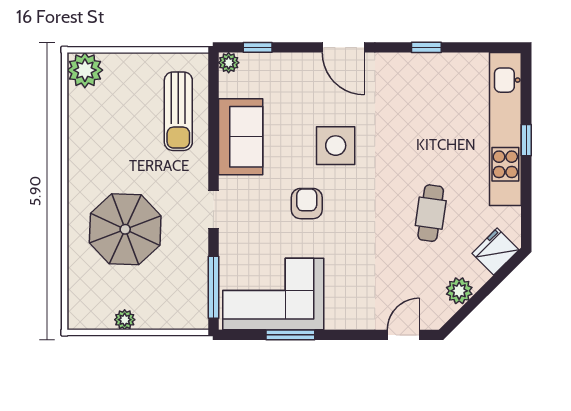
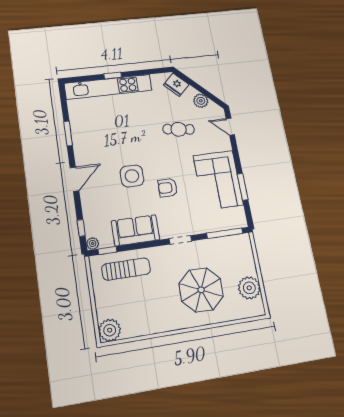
window: (426, 47) -> (68, 133), width x1.50
window: (213, 85) -> (108, 250), added
cafe table: (431, 213) -> (179, 129), moved
corner sofa: (273, 294) -> (218, 180), moved
plant: (125, 320) -> (249, 288), width x1.88, depth x1.88

